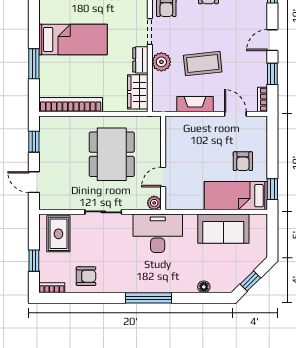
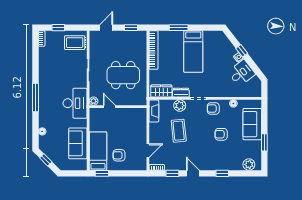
fireplace: (195, 104) -> (154, 111), moved
armchair: (86, 276) -> (49, 59), removed

